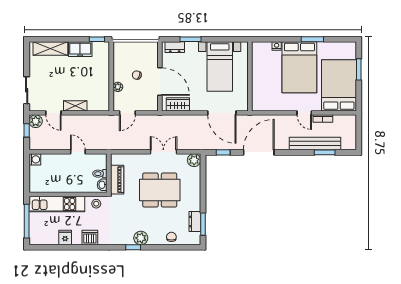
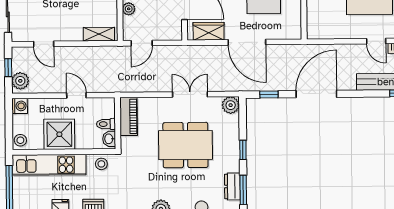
shelving: (75, 106) -> (99, 34), moved
door: (222, 113) -> (247, 42), moved
plant: (36, 121) -> (20, 81), moved
piano: (117, 180) -> (129, 116), moved
shower: (65, 181) -> (59, 134), added
stool: (35, 185) -> (20, 140), added
window: (203, 194) -> (243, 150), added

